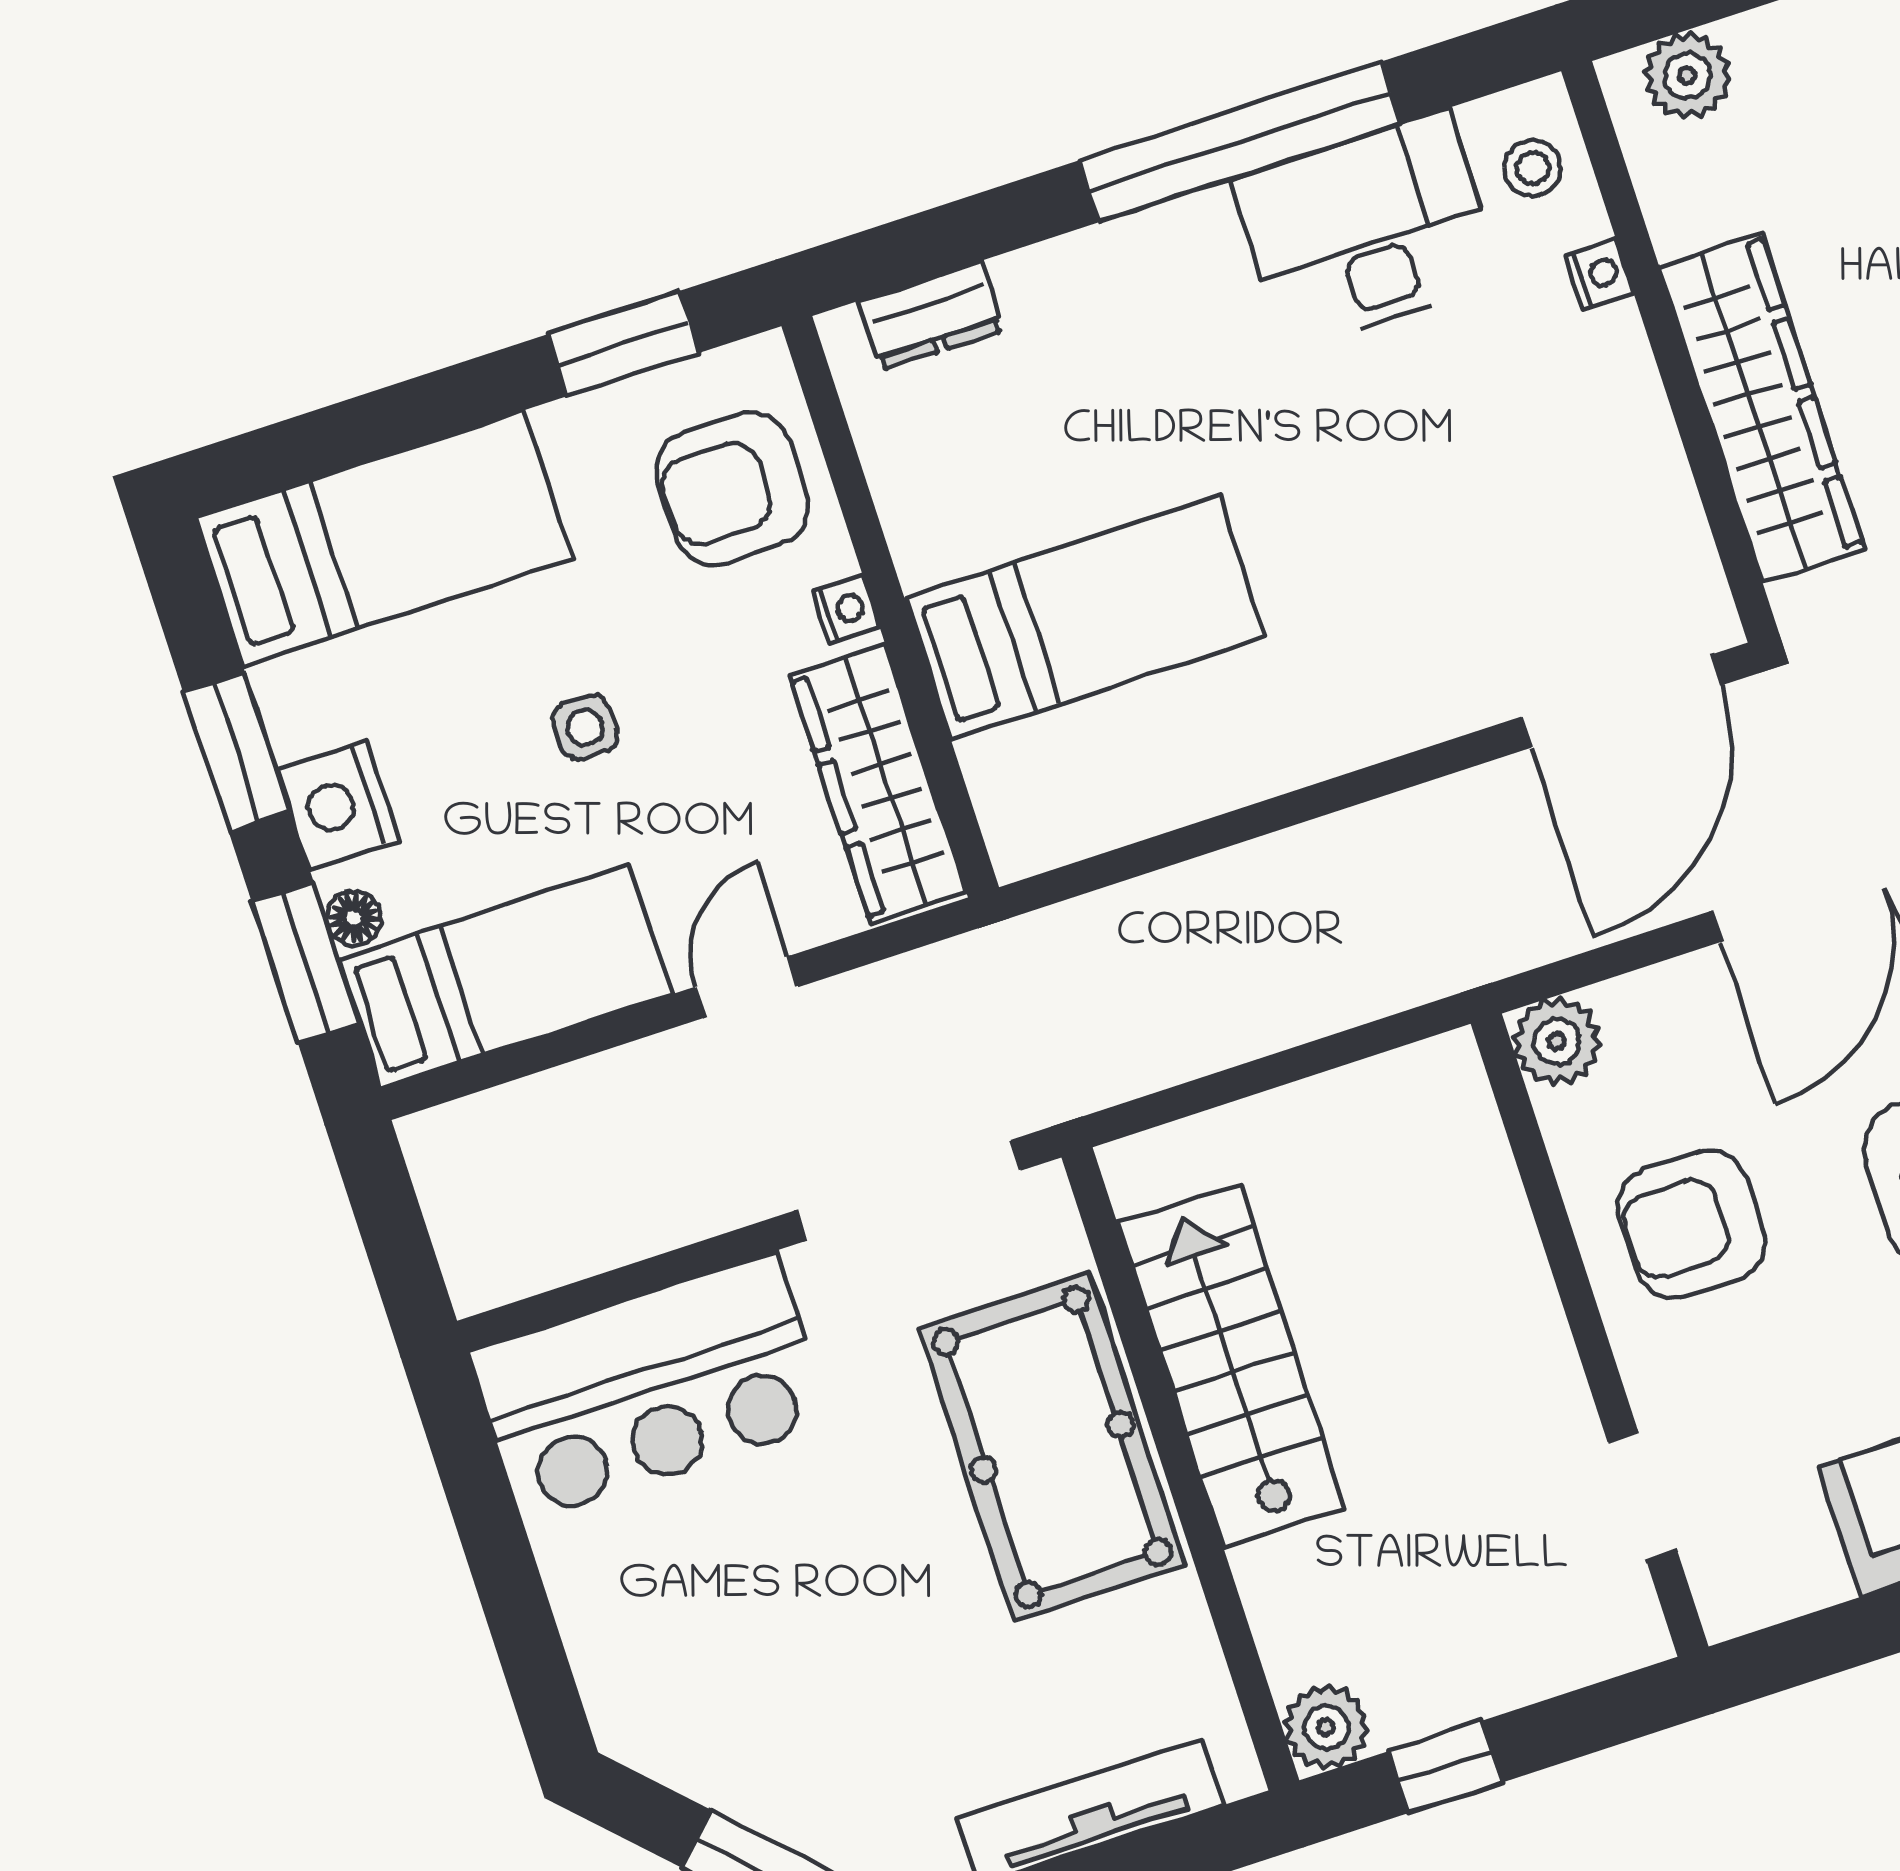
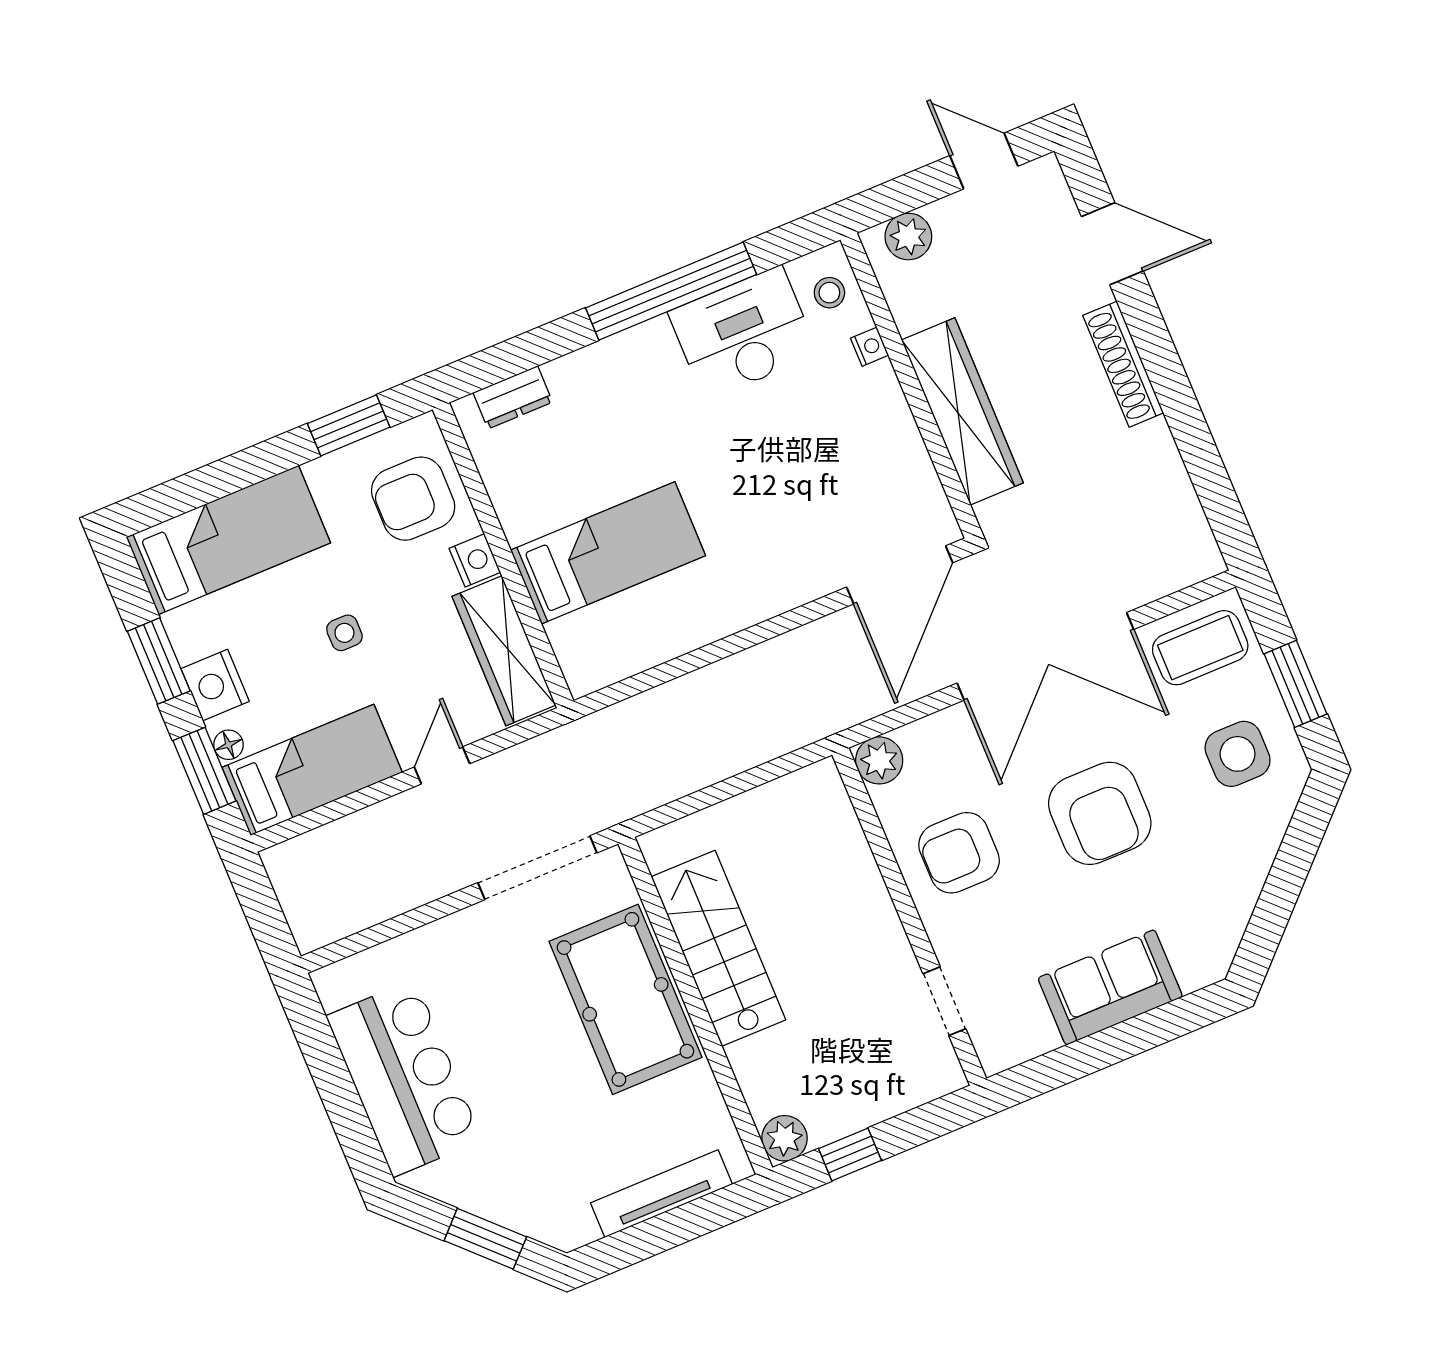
nightstand: (846, 609) -> (475, 560), width x1.39, depth x1.35
bar counter: (650, 1387) -> (404, 1078), moved, turned -90

